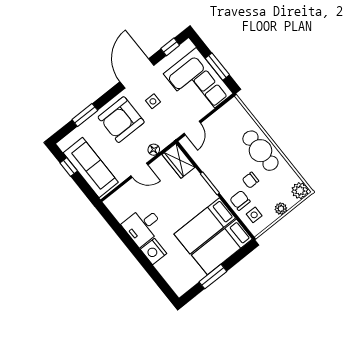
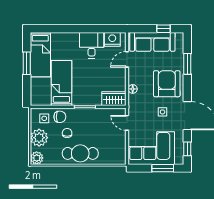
window: (217, 67) -> (163, 168), moved
door: (139, 170) -> (127, 59), moved
plant: (281, 209) -> (39, 138), width x1.88, depth x1.88
bed: (222, 247) -> (40, 55), moved, turned 180
nightstand: (153, 251) -> (112, 39), moved

